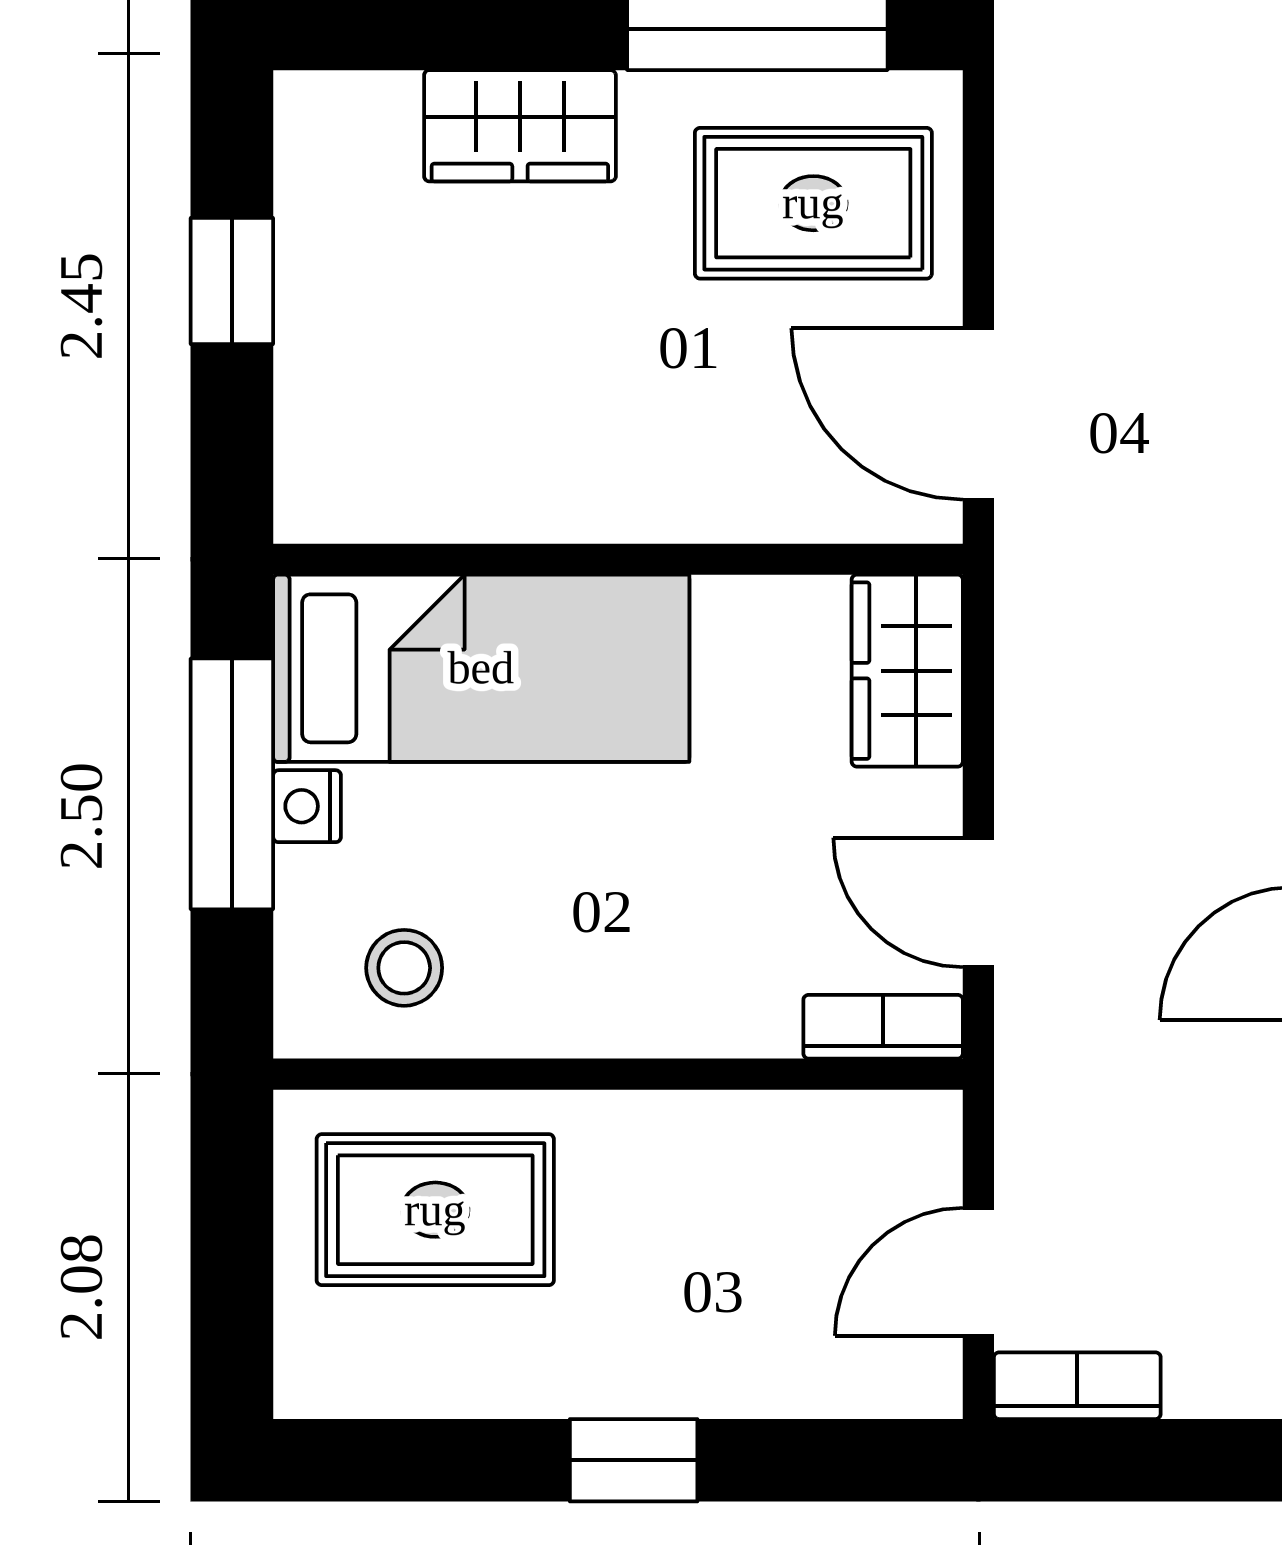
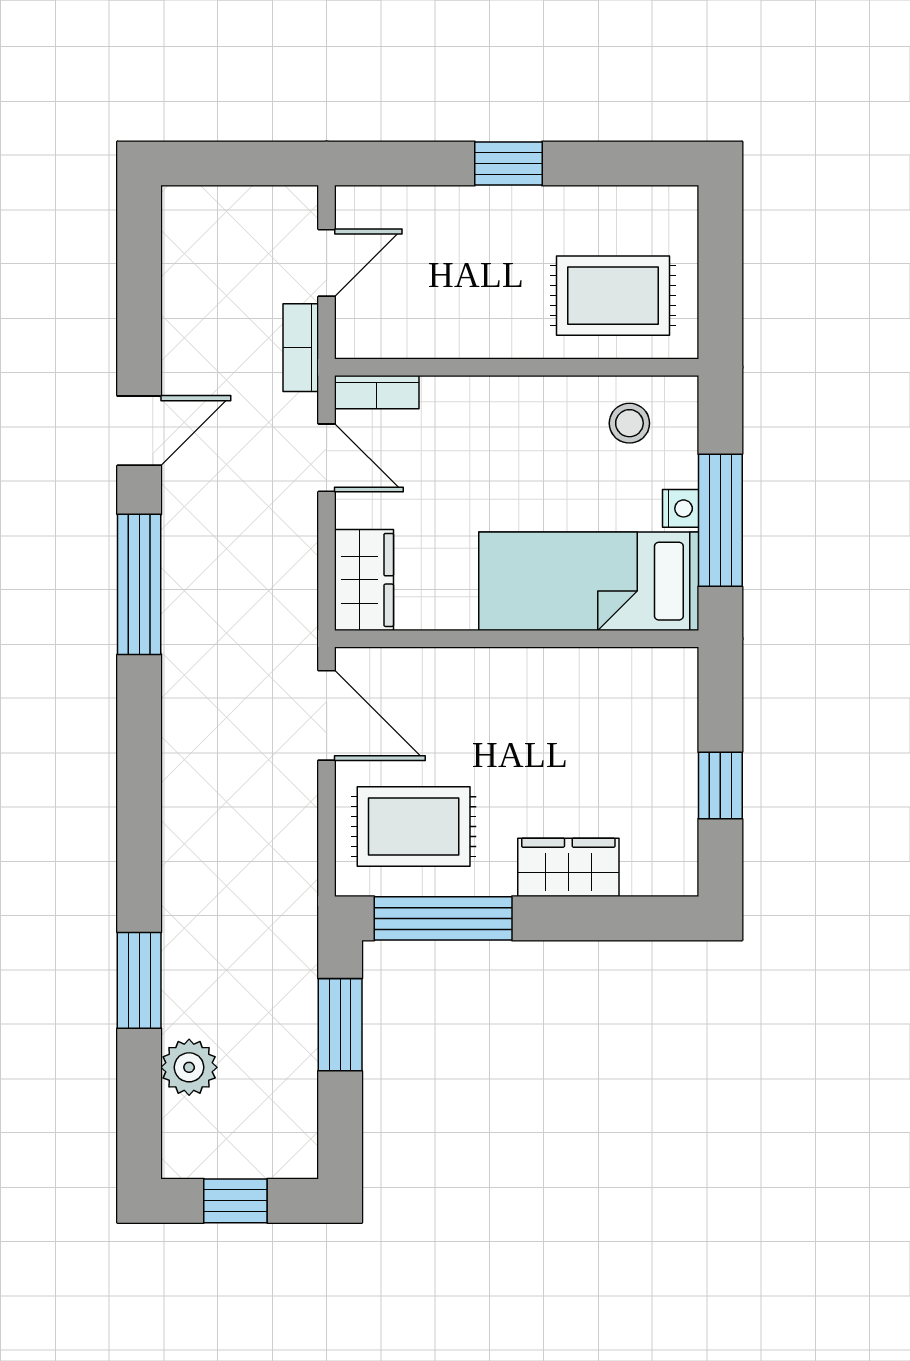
bookcase: (1077, 1386) -> (301, 348), moved, turned 90

